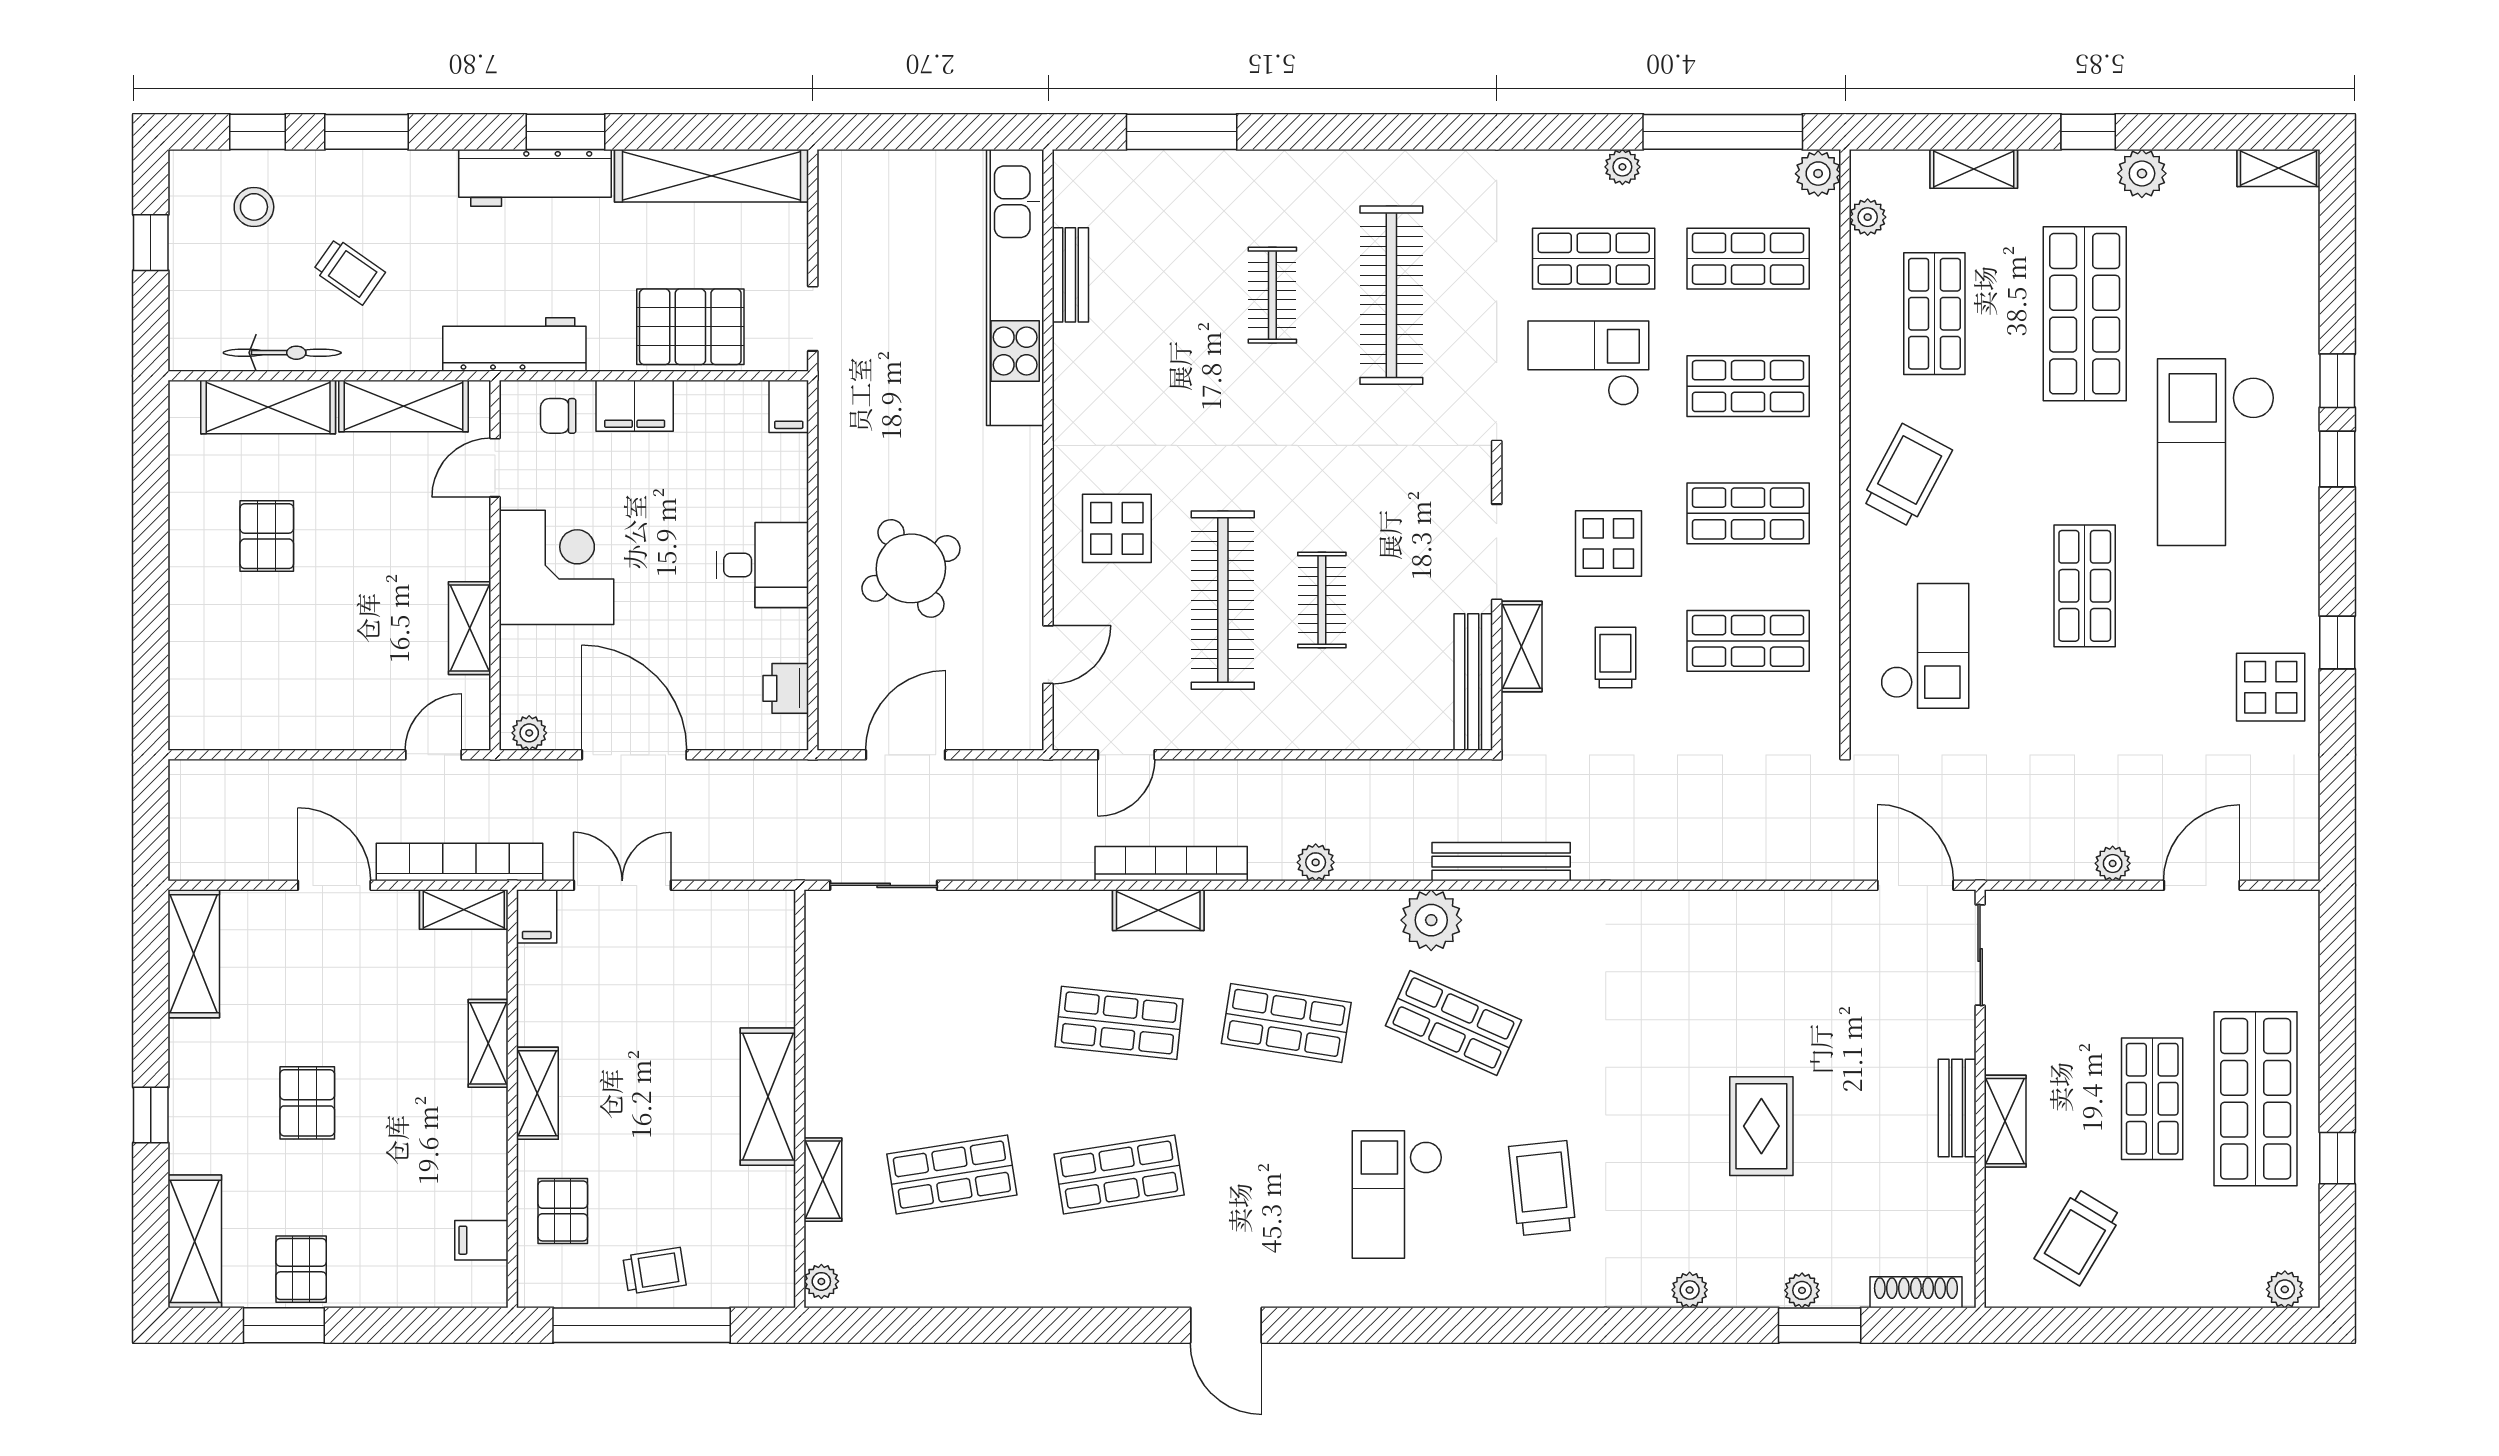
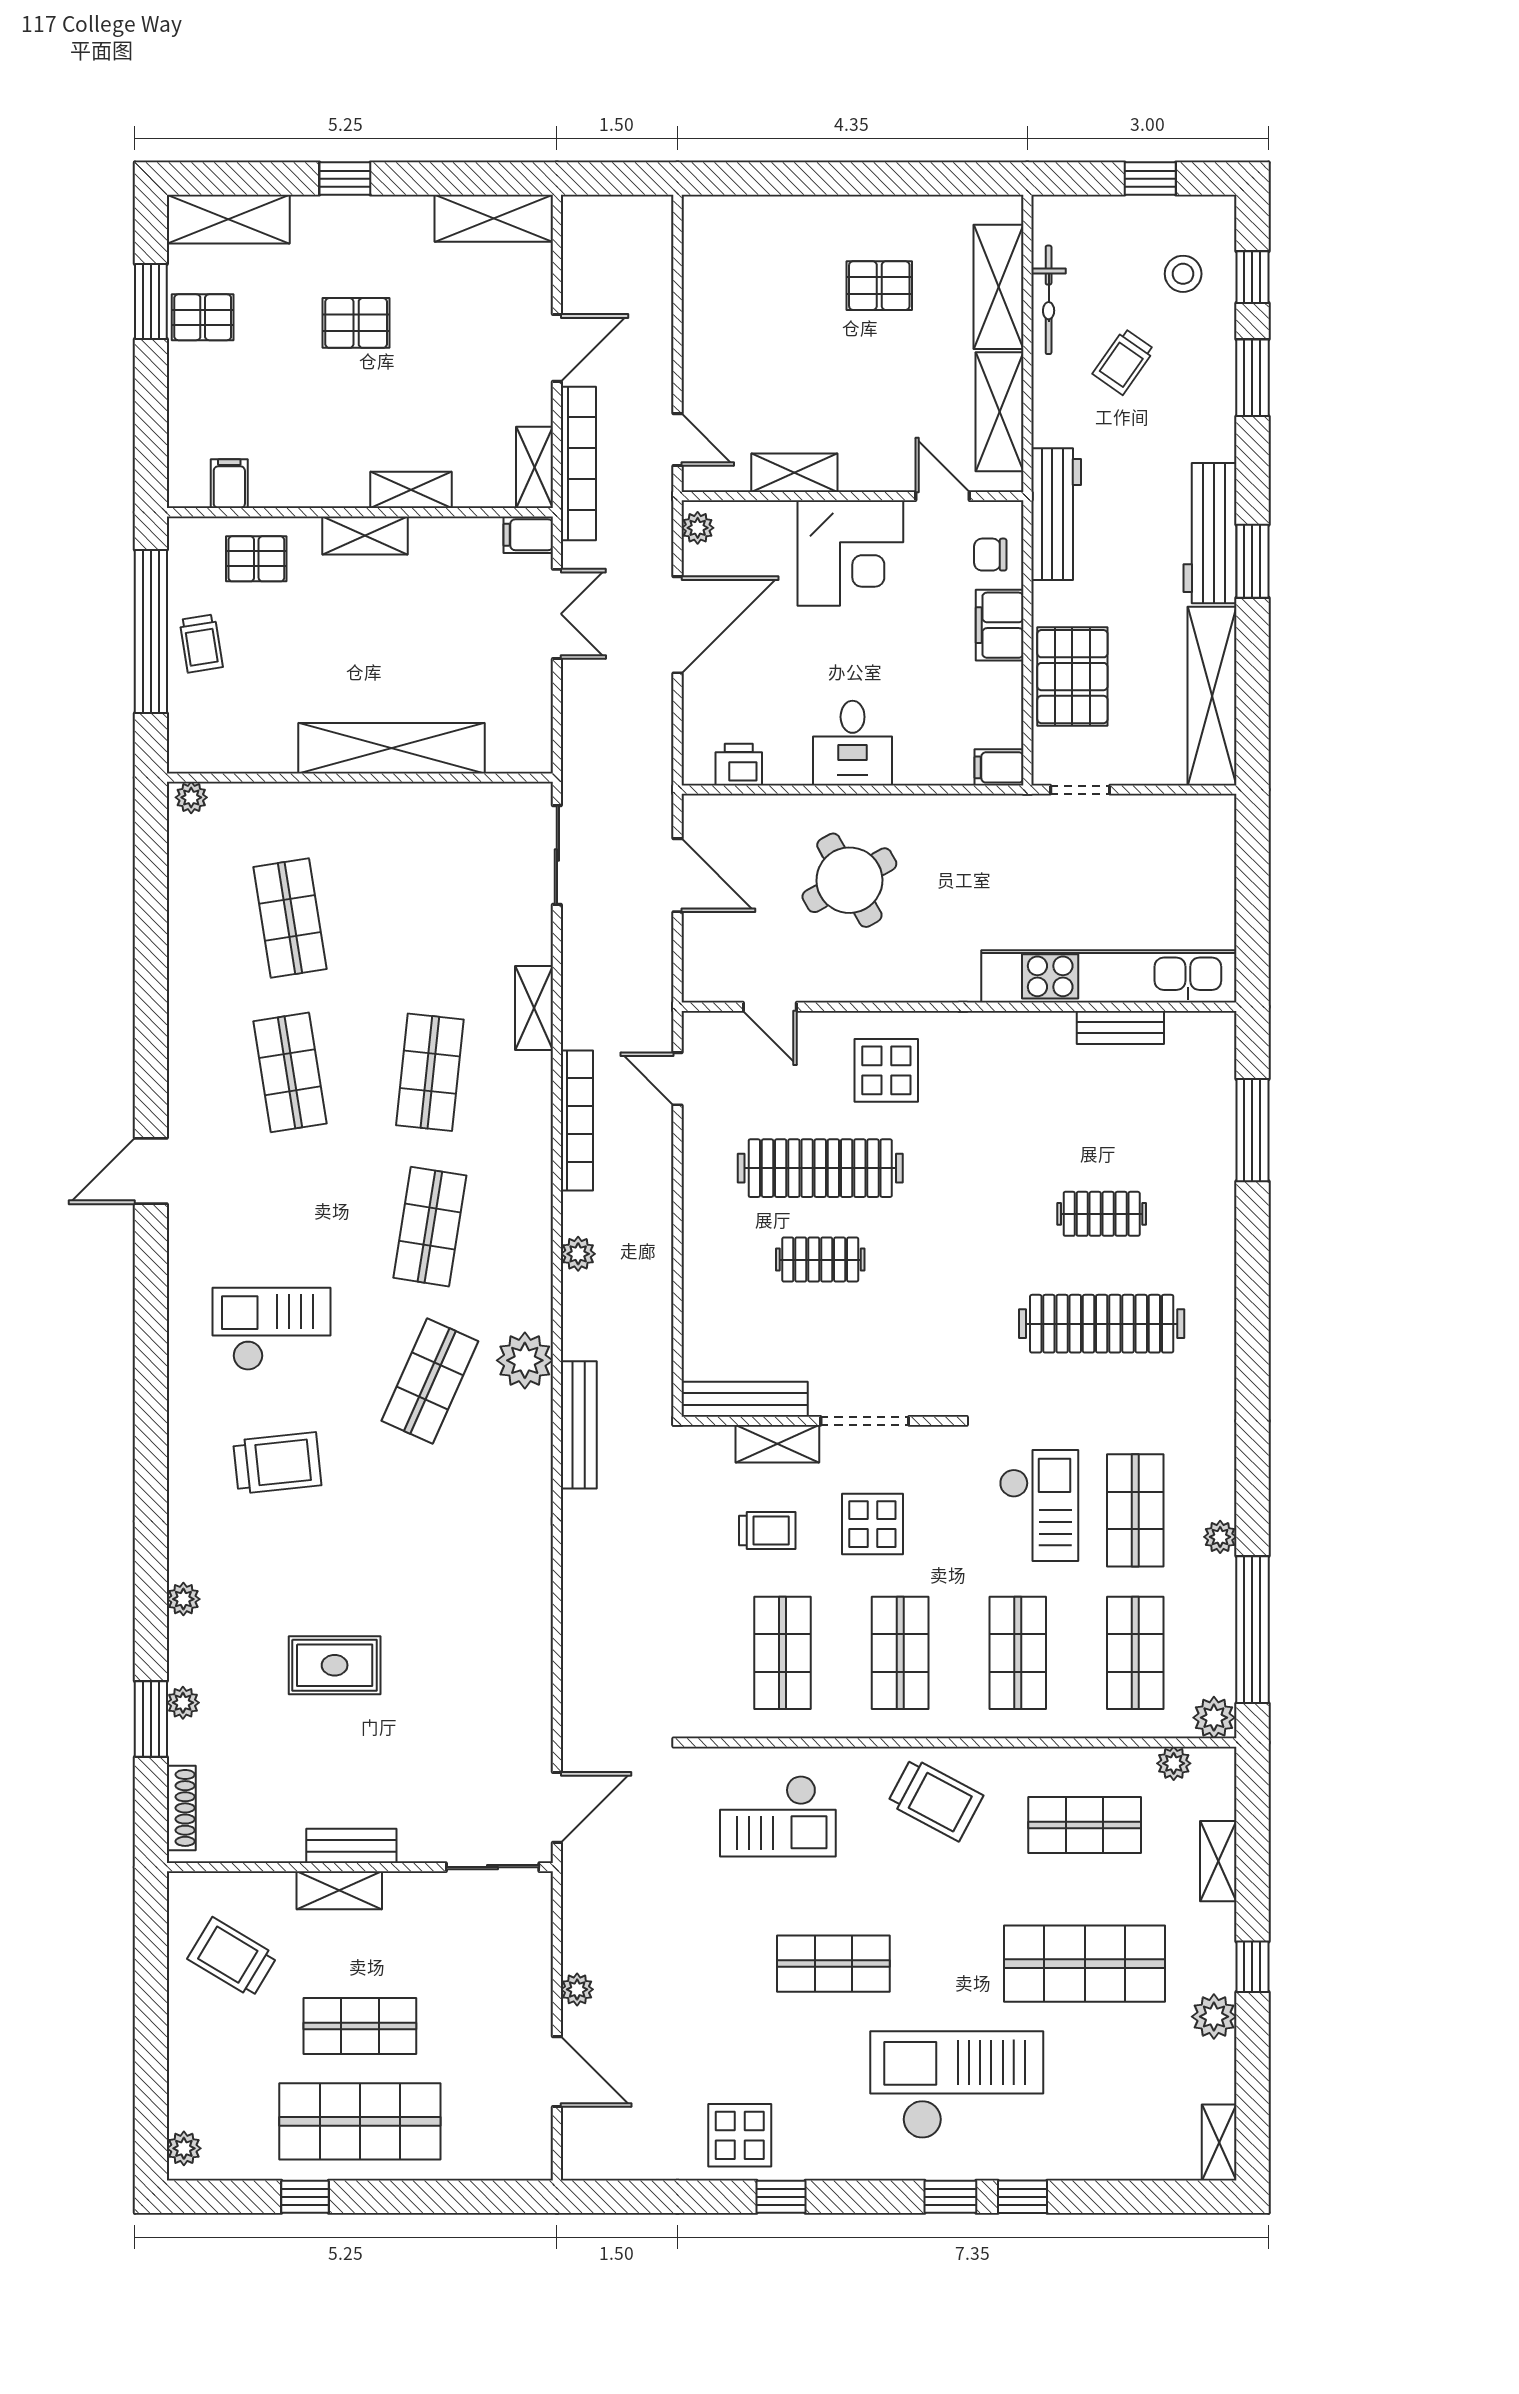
chair: (558, 416) -> (990, 555), turned -90
shelving: (1158, 910) -> (534, 1008), moved
shelving: (768, 1097) -> (392, 748), width x1.47
shelving: (823, 1180) -> (285, 799), removed

